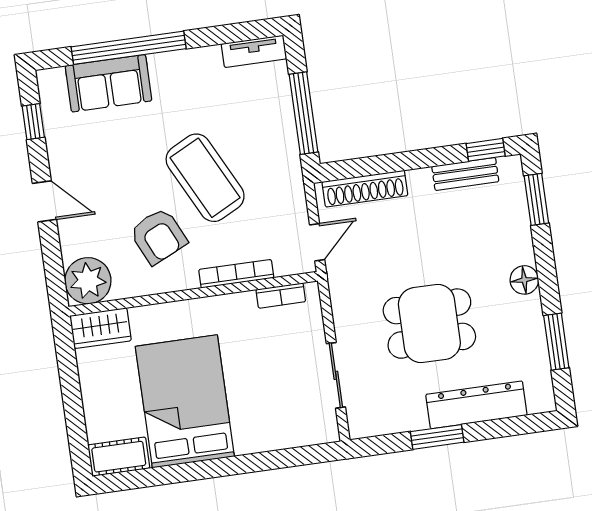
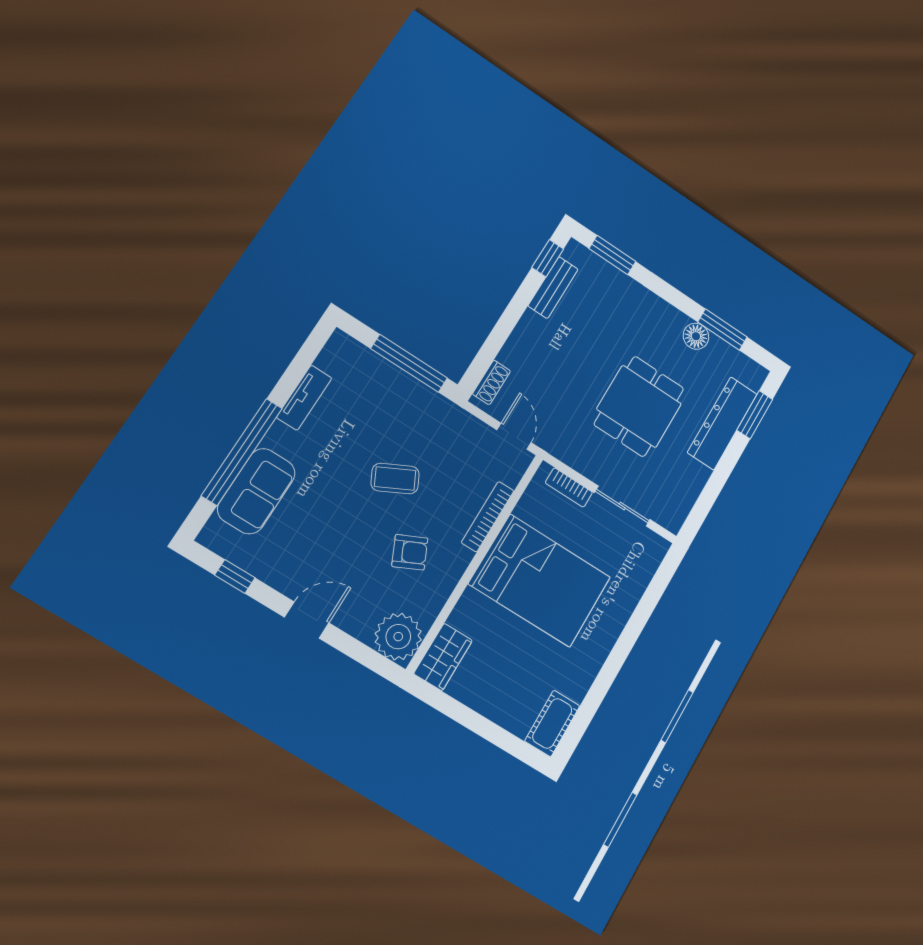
tv unit: (254, 51) -> (304, 398), moved
coffee table: (205, 178) -> (395, 479), width x0.54, depth x0.58
shoe rack: (365, 189) -> (492, 382), width x0.51, depth x0.81
armchair: (158, 236) -> (410, 552), width x0.72, depth x0.72
floor lamp: (524, 280) -> (696, 336), moved
bookcase: (281, 296) -> (569, 487), moved, turned 90
bed: (185, 401) -> (540, 581), moved, turned 180
window: (437, 437) -> (755, 415), moved

